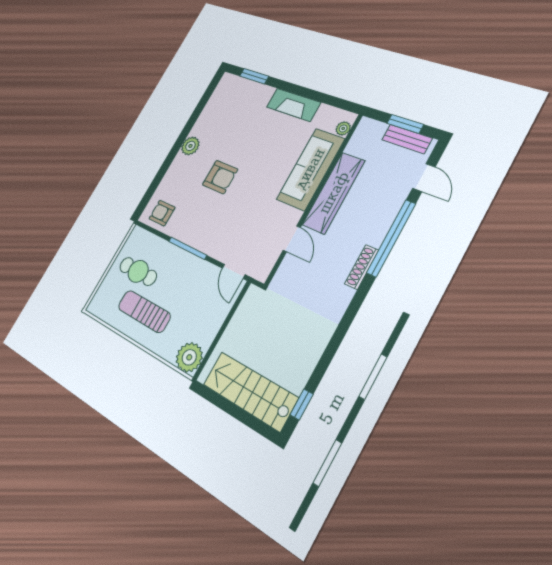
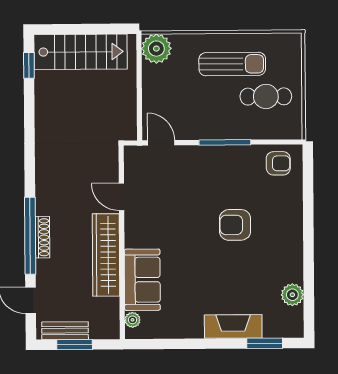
fireplace: (293, 105) -> (233, 326), moved
plant: (190, 146) -> (292, 295), moved
sofa: (310, 169) -> (142, 280), width x0.73
shoe rack: (362, 267) -> (42, 237), moved

